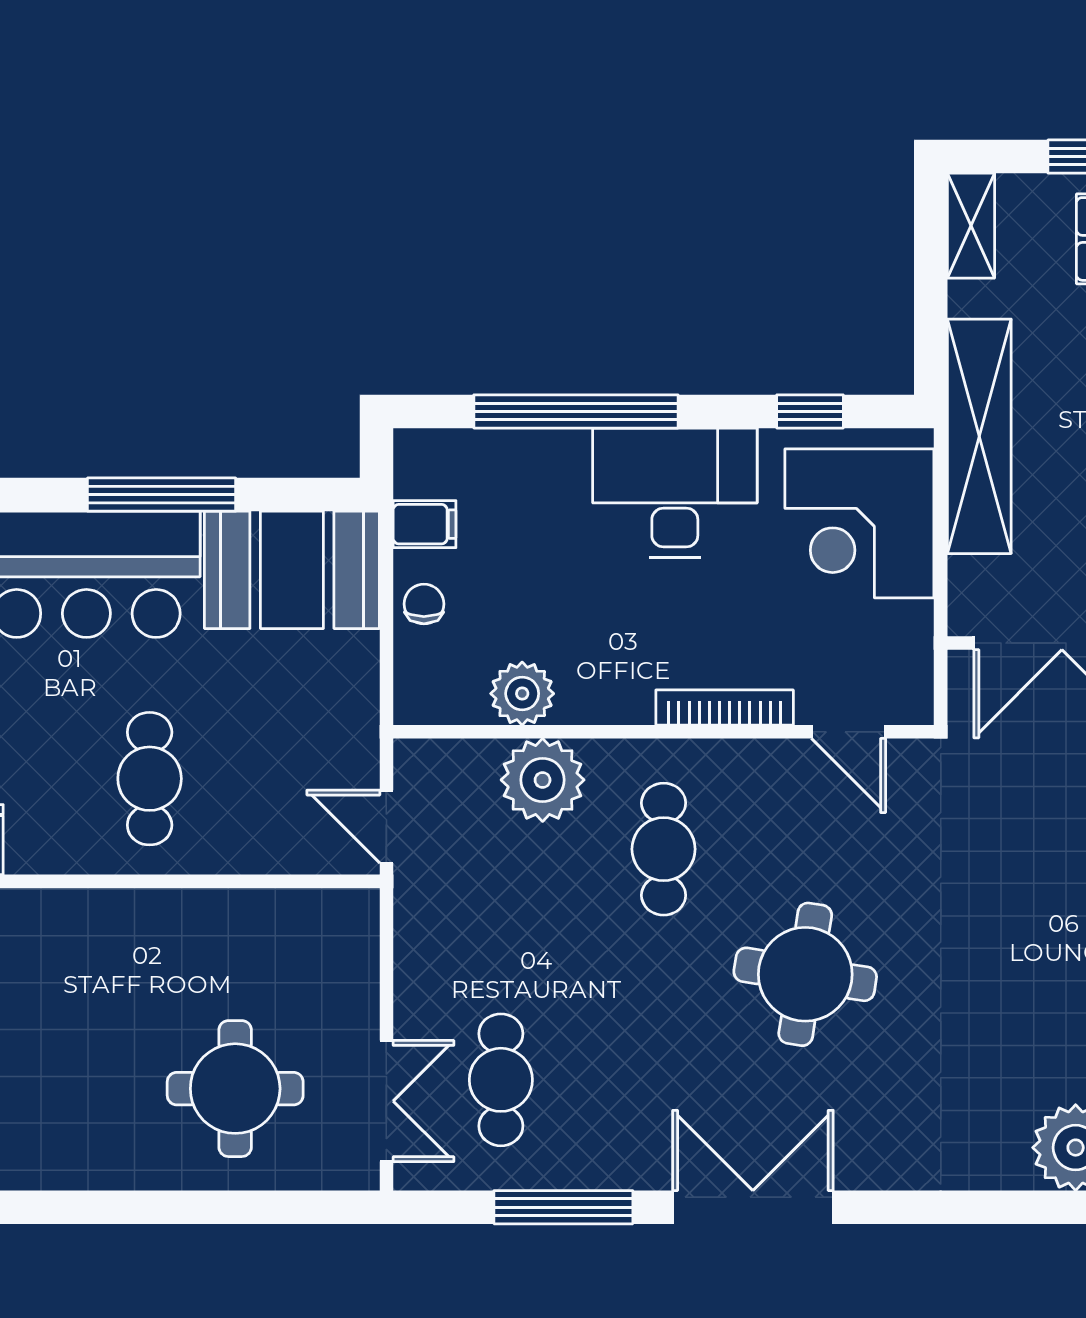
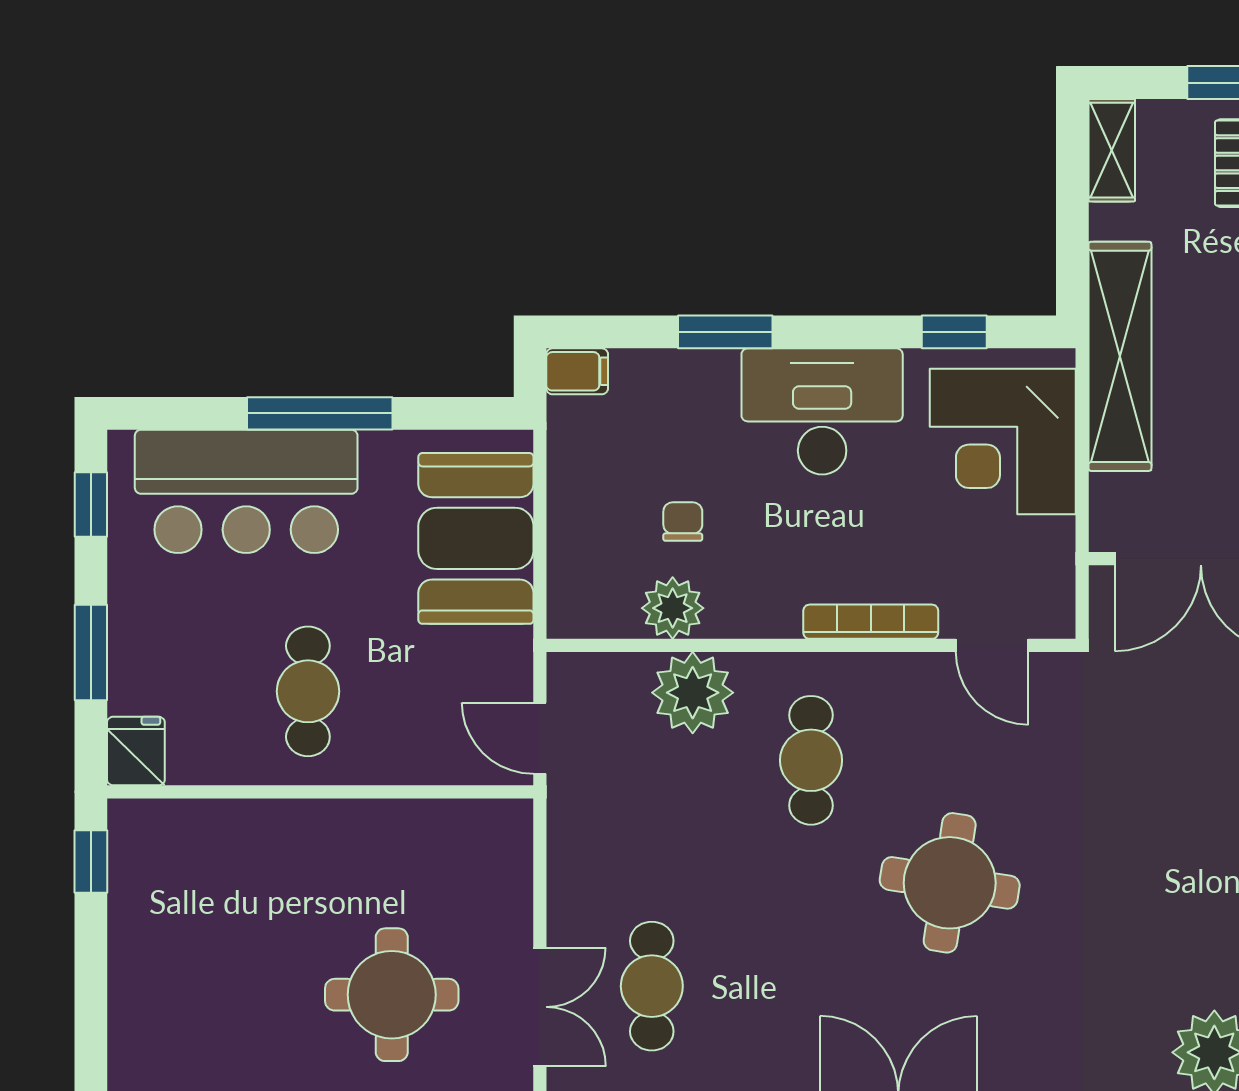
window: (576, 411) -> (725, 332), width x0.47
filing cabinet: (425, 524) -> (577, 371), moved
booth: (292, 570) -> (476, 538), moved, turned 90
chair: (424, 604) -> (683, 522), moved

